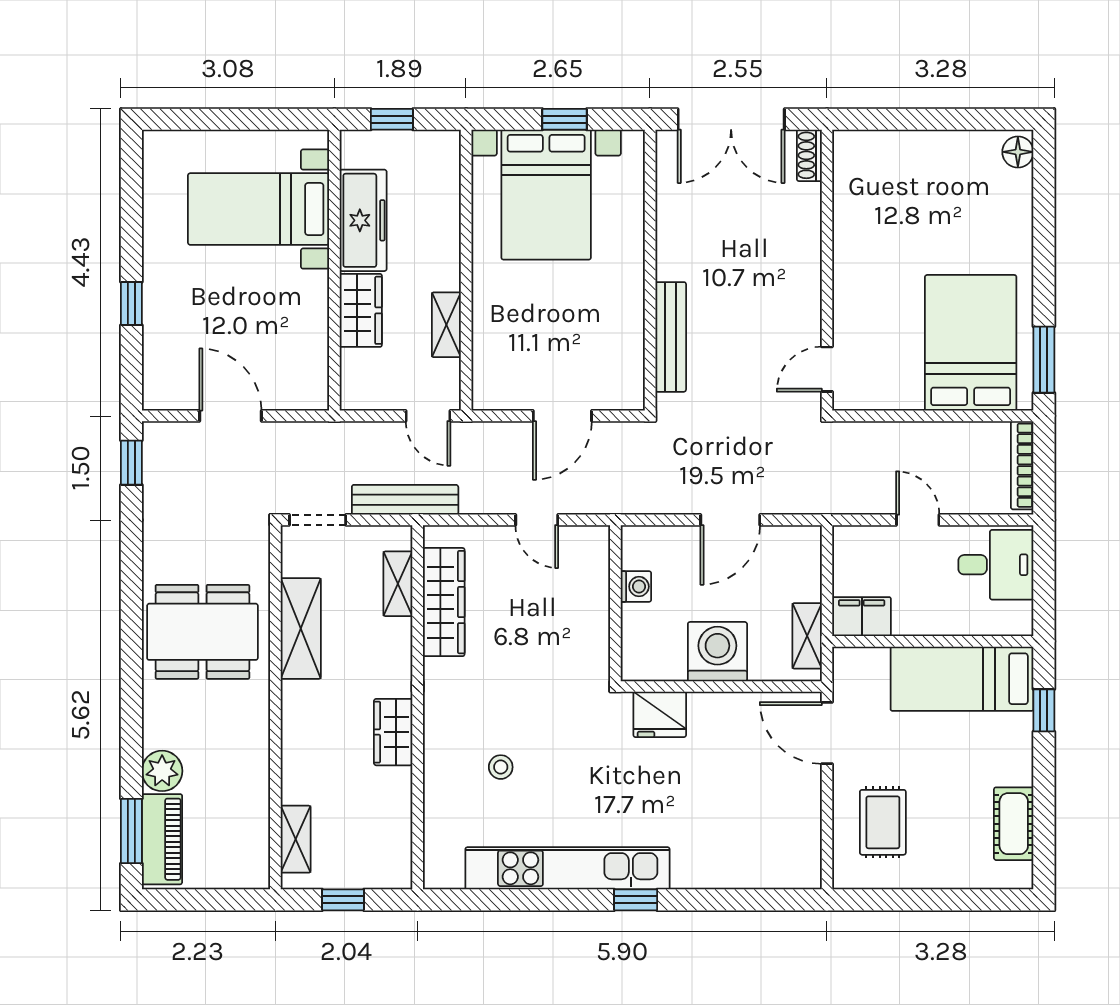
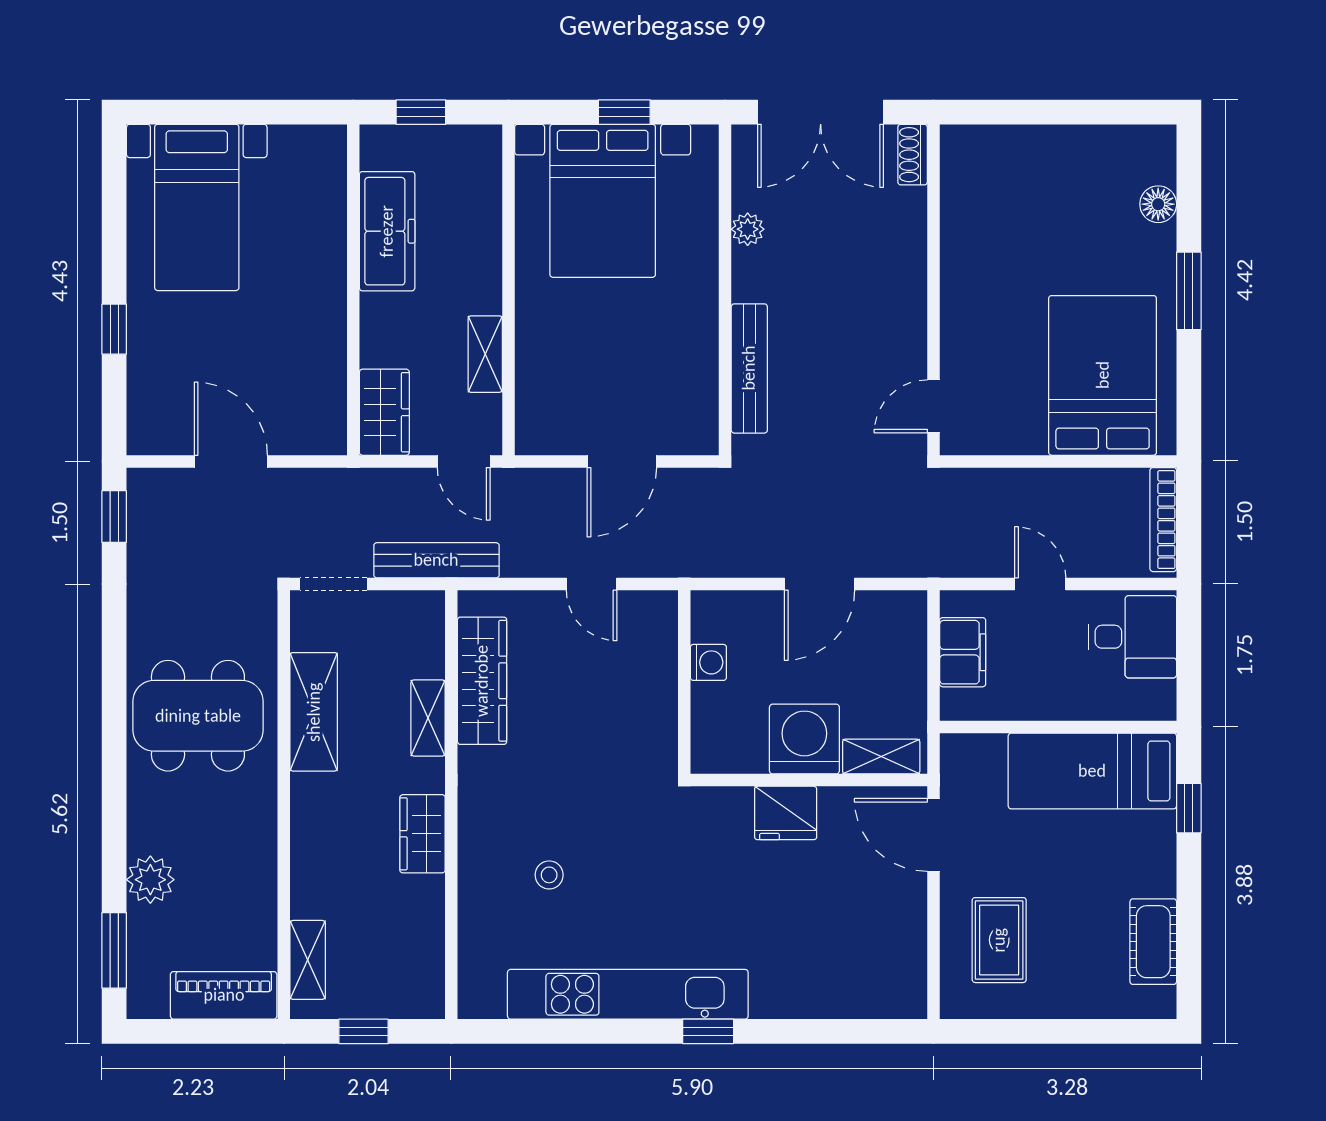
floor lamp: (1018, 152) -> (1158, 204), moved
bed with nightstands: (259, 209) -> (197, 207), moved, turned -90
plant: (669, 219) -> (748, 229), added
wardrobe: (361, 310) -> (384, 412), moved
window: (1044, 360) -> (1189, 291), moved
shelving: (398, 584) -> (428, 718), moved
filing cabinet: (862, 617) -> (963, 652), moved, turned 90
shelving: (807, 636) -> (881, 757), moved, turned 90
fridge: (660, 714) -> (786, 813), moved
piano: (162, 839) -> (224, 995), moved, turned -90

